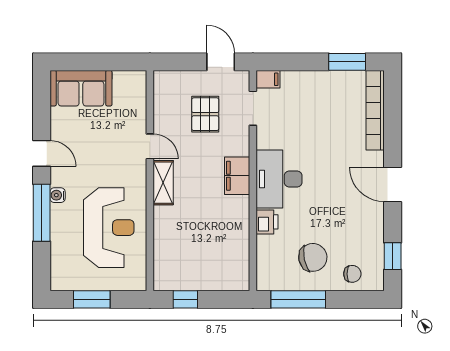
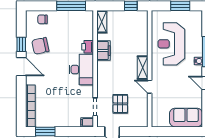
filing cabinet: (237, 176) -> (103, 51), moved
window: (393, 256) -> (21, 44), moved
chair: (313, 257) -> (40, 46), moved
shelving: (240, 269) -> (102, 22), added

